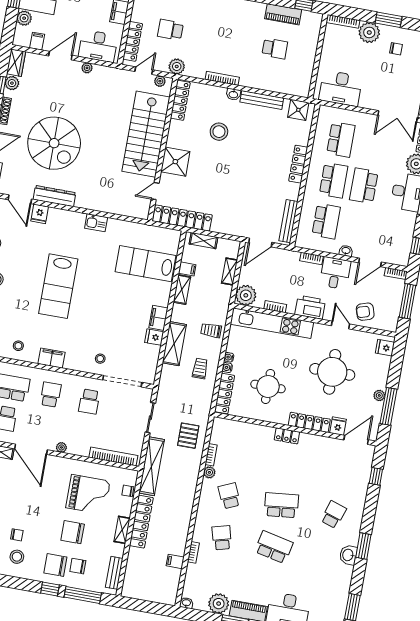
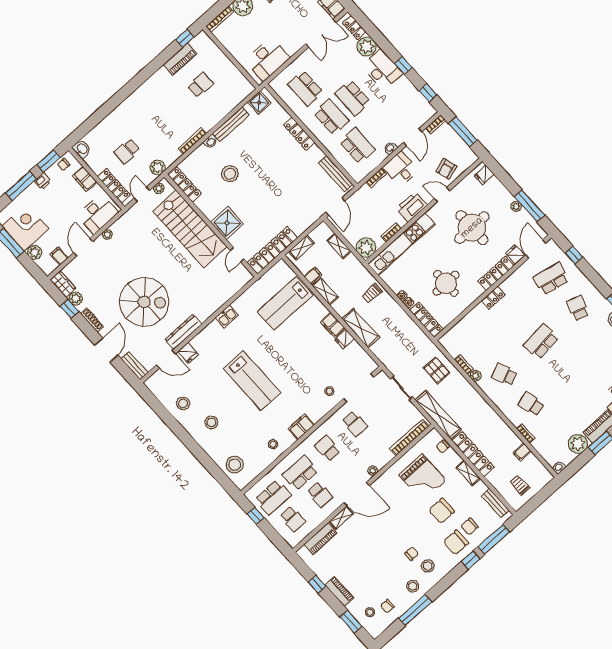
school desk: (341, 139) -> (305, 88), turned 180
trolley: (200, 369) -> (520, 485), moved
grand piano: (88, 494) -> (423, 478), turned 90
school desk: (274, 547) -> (551, 279), moved

